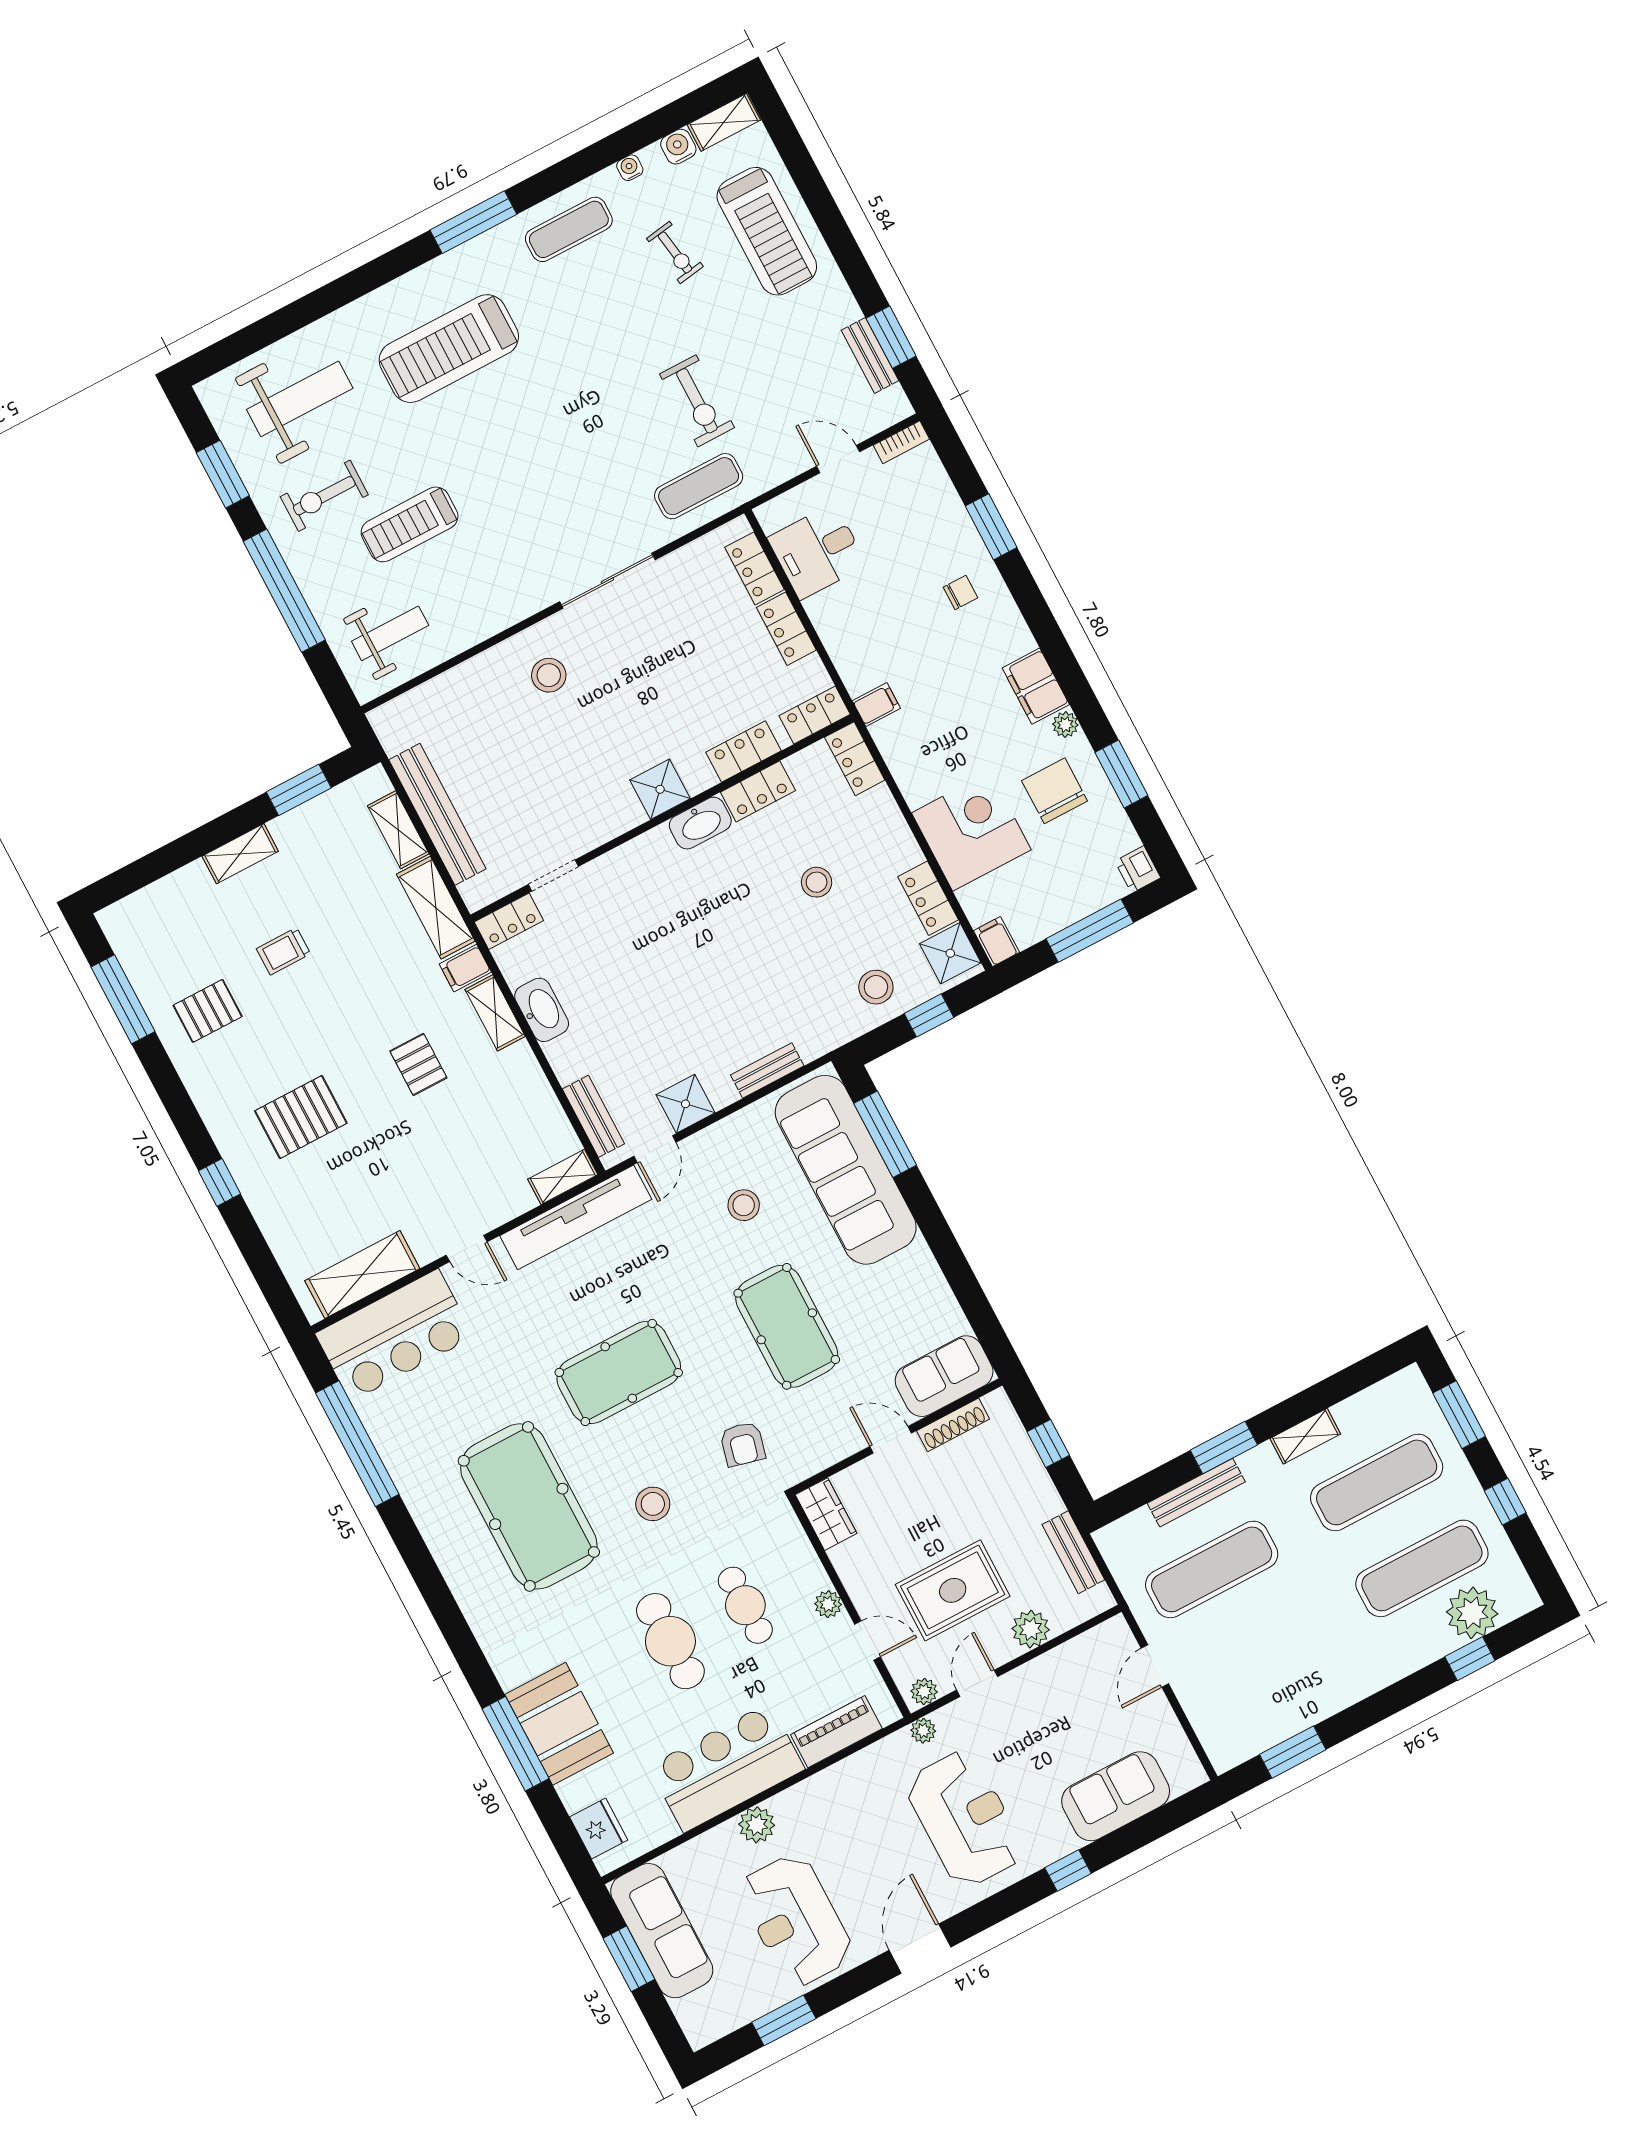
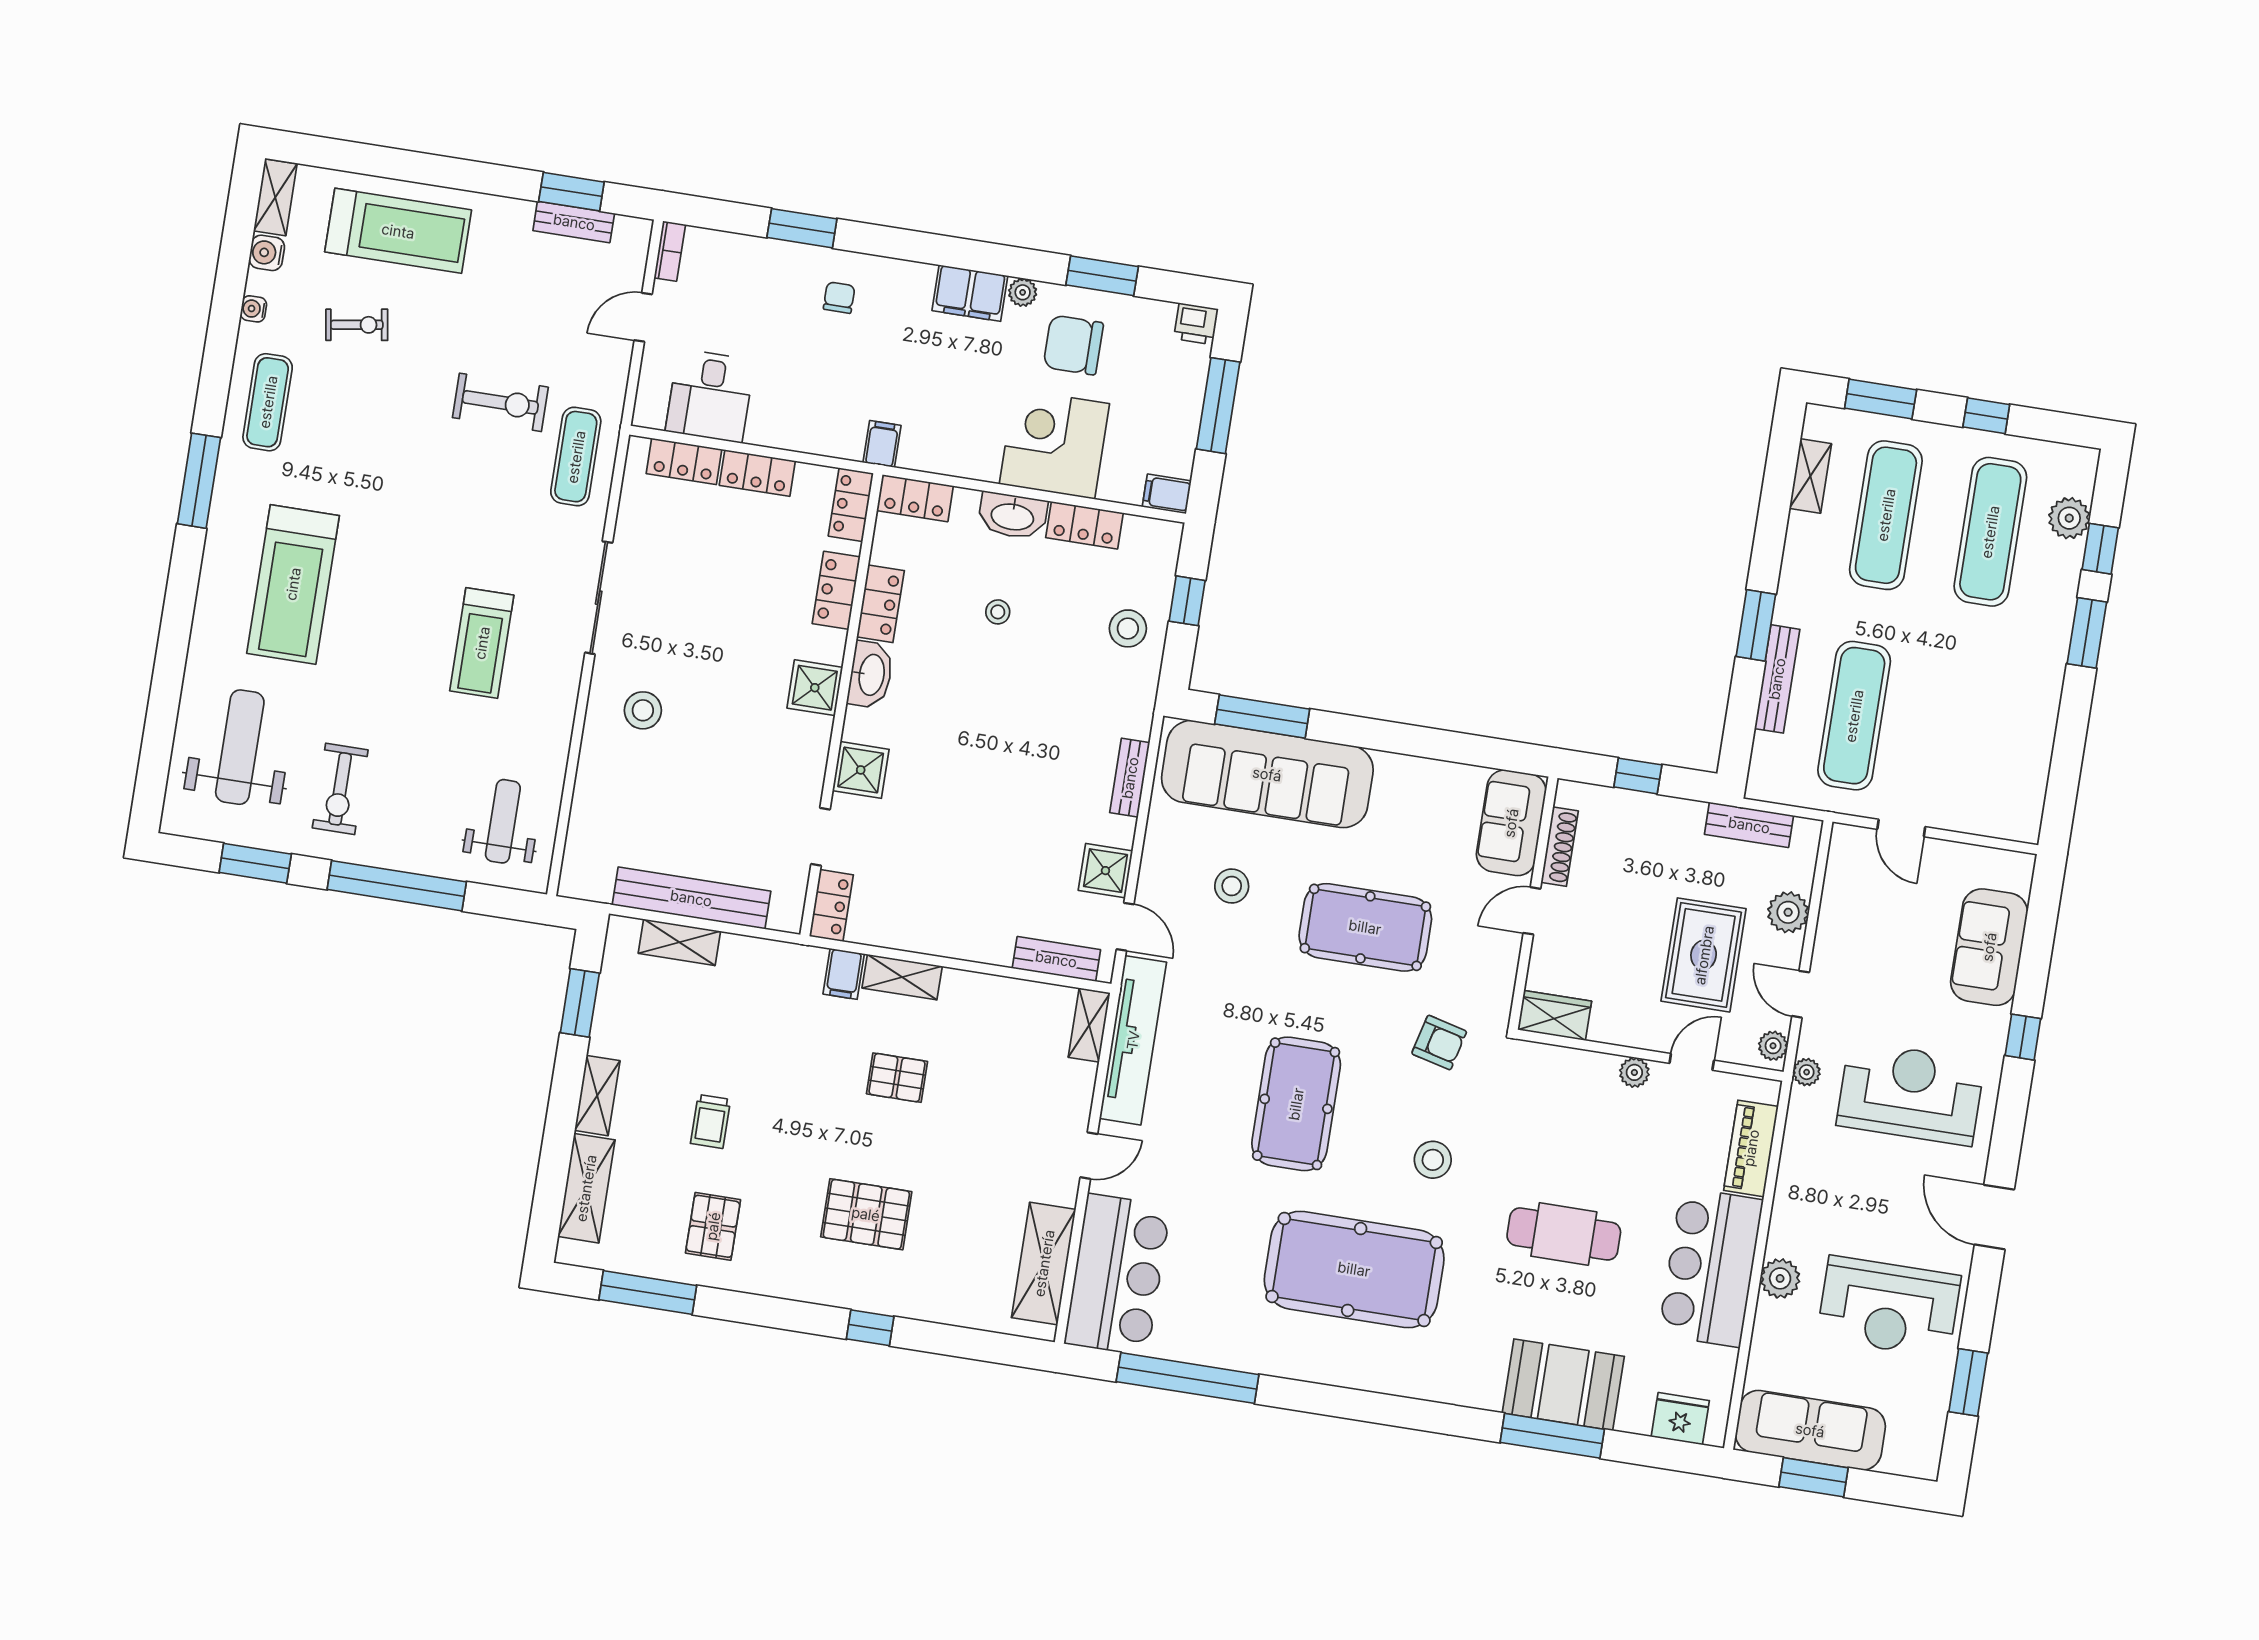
treadmill: (410, 524) -> (482, 643), moved
stool: (817, 882) -> (998, 612), width x0.73, depth x0.73
shelving: (436, 908) -> (586, 1188), moved, turned 90
shower: (950, 953) -> (861, 770), moved
washbasin: (542, 1010) -> (1013, 516), moved, turned 180
pallet: (301, 1117) -> (866, 1214), turned 90
shelving: (1305, 1436) -> (1810, 476), moved
cafe table: (745, 1605) -> (1581, 1145), removed
plant: (1472, 1613) -> (2069, 518), width x0.73, depth x0.73
window: (1293, 1752) -> (2087, 633), moved

